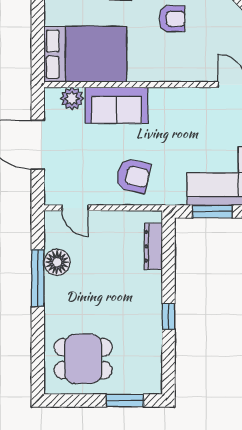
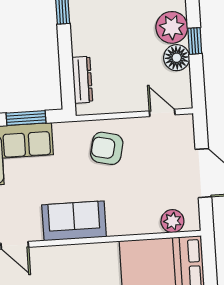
sofa: (117, 105) -> (74, 221), moved
window: (38, 278) -> (195, 41), width x0.46
plant: (60, 293) -> (172, 27), added

